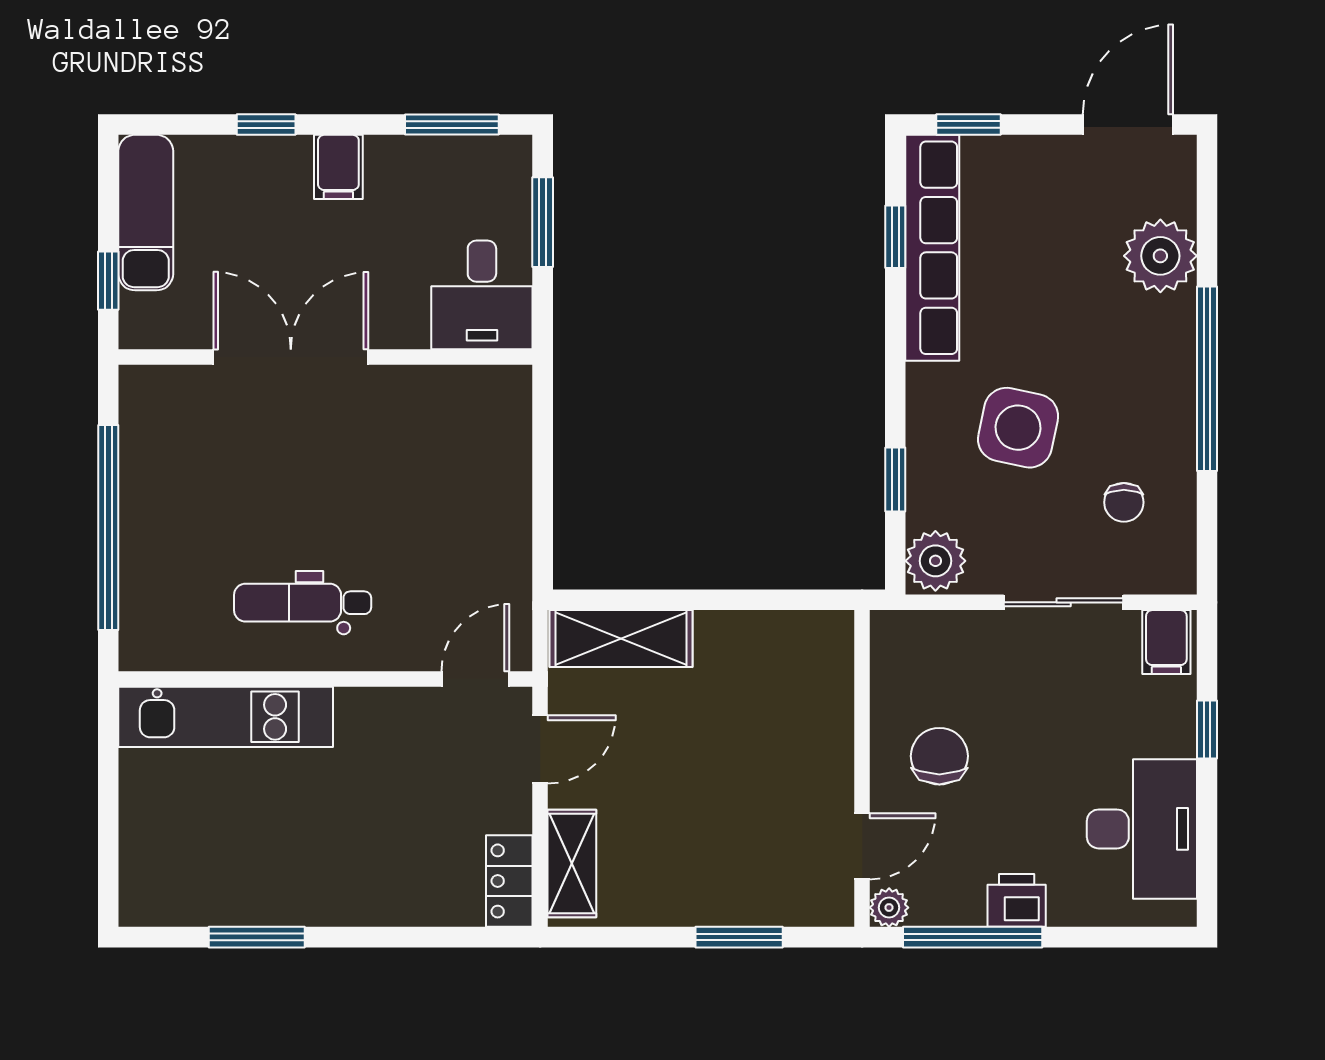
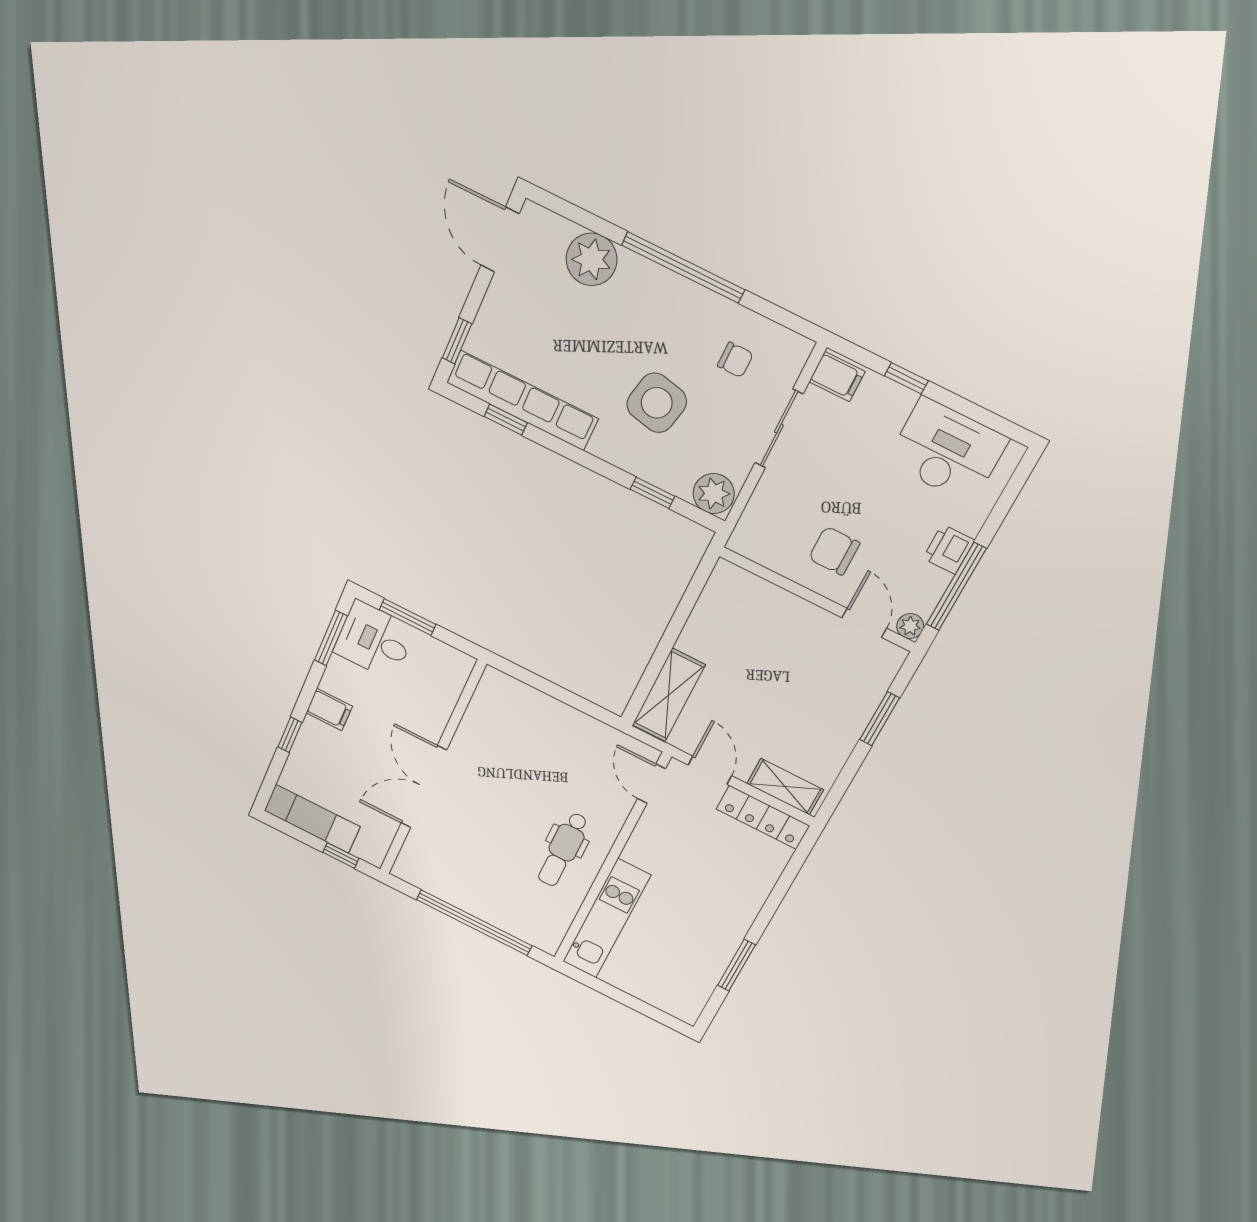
desk: (482, 295) -> (374, 640), moved, turned 180
locker: (509, 881) -> (763, 817), width x1.53

